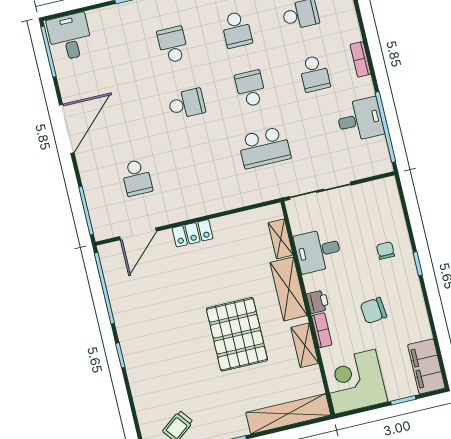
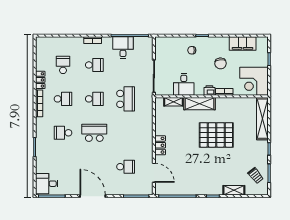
school desk: (251, 89) -> (94, 99), turned 180
school desk: (187, 104) -> (94, 133), width x1.85
shelving: (305, 345) -> (234, 190), moved
filing cabinet: (426, 366) -> (243, 43), moved

